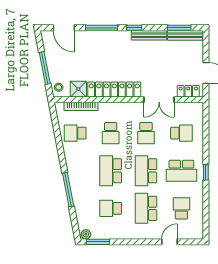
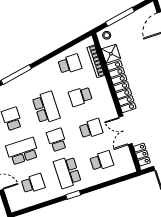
school desk: (75, 133) -> (70, 64), turned 90
school desk: (146, 133) -> (91, 129), turned 180
school desk: (181, 133) -> (102, 161), turned -90
school desk: (111, 171) -> (46, 108), turned 90
school desk: (146, 171) -> (57, 140), width x0.54

